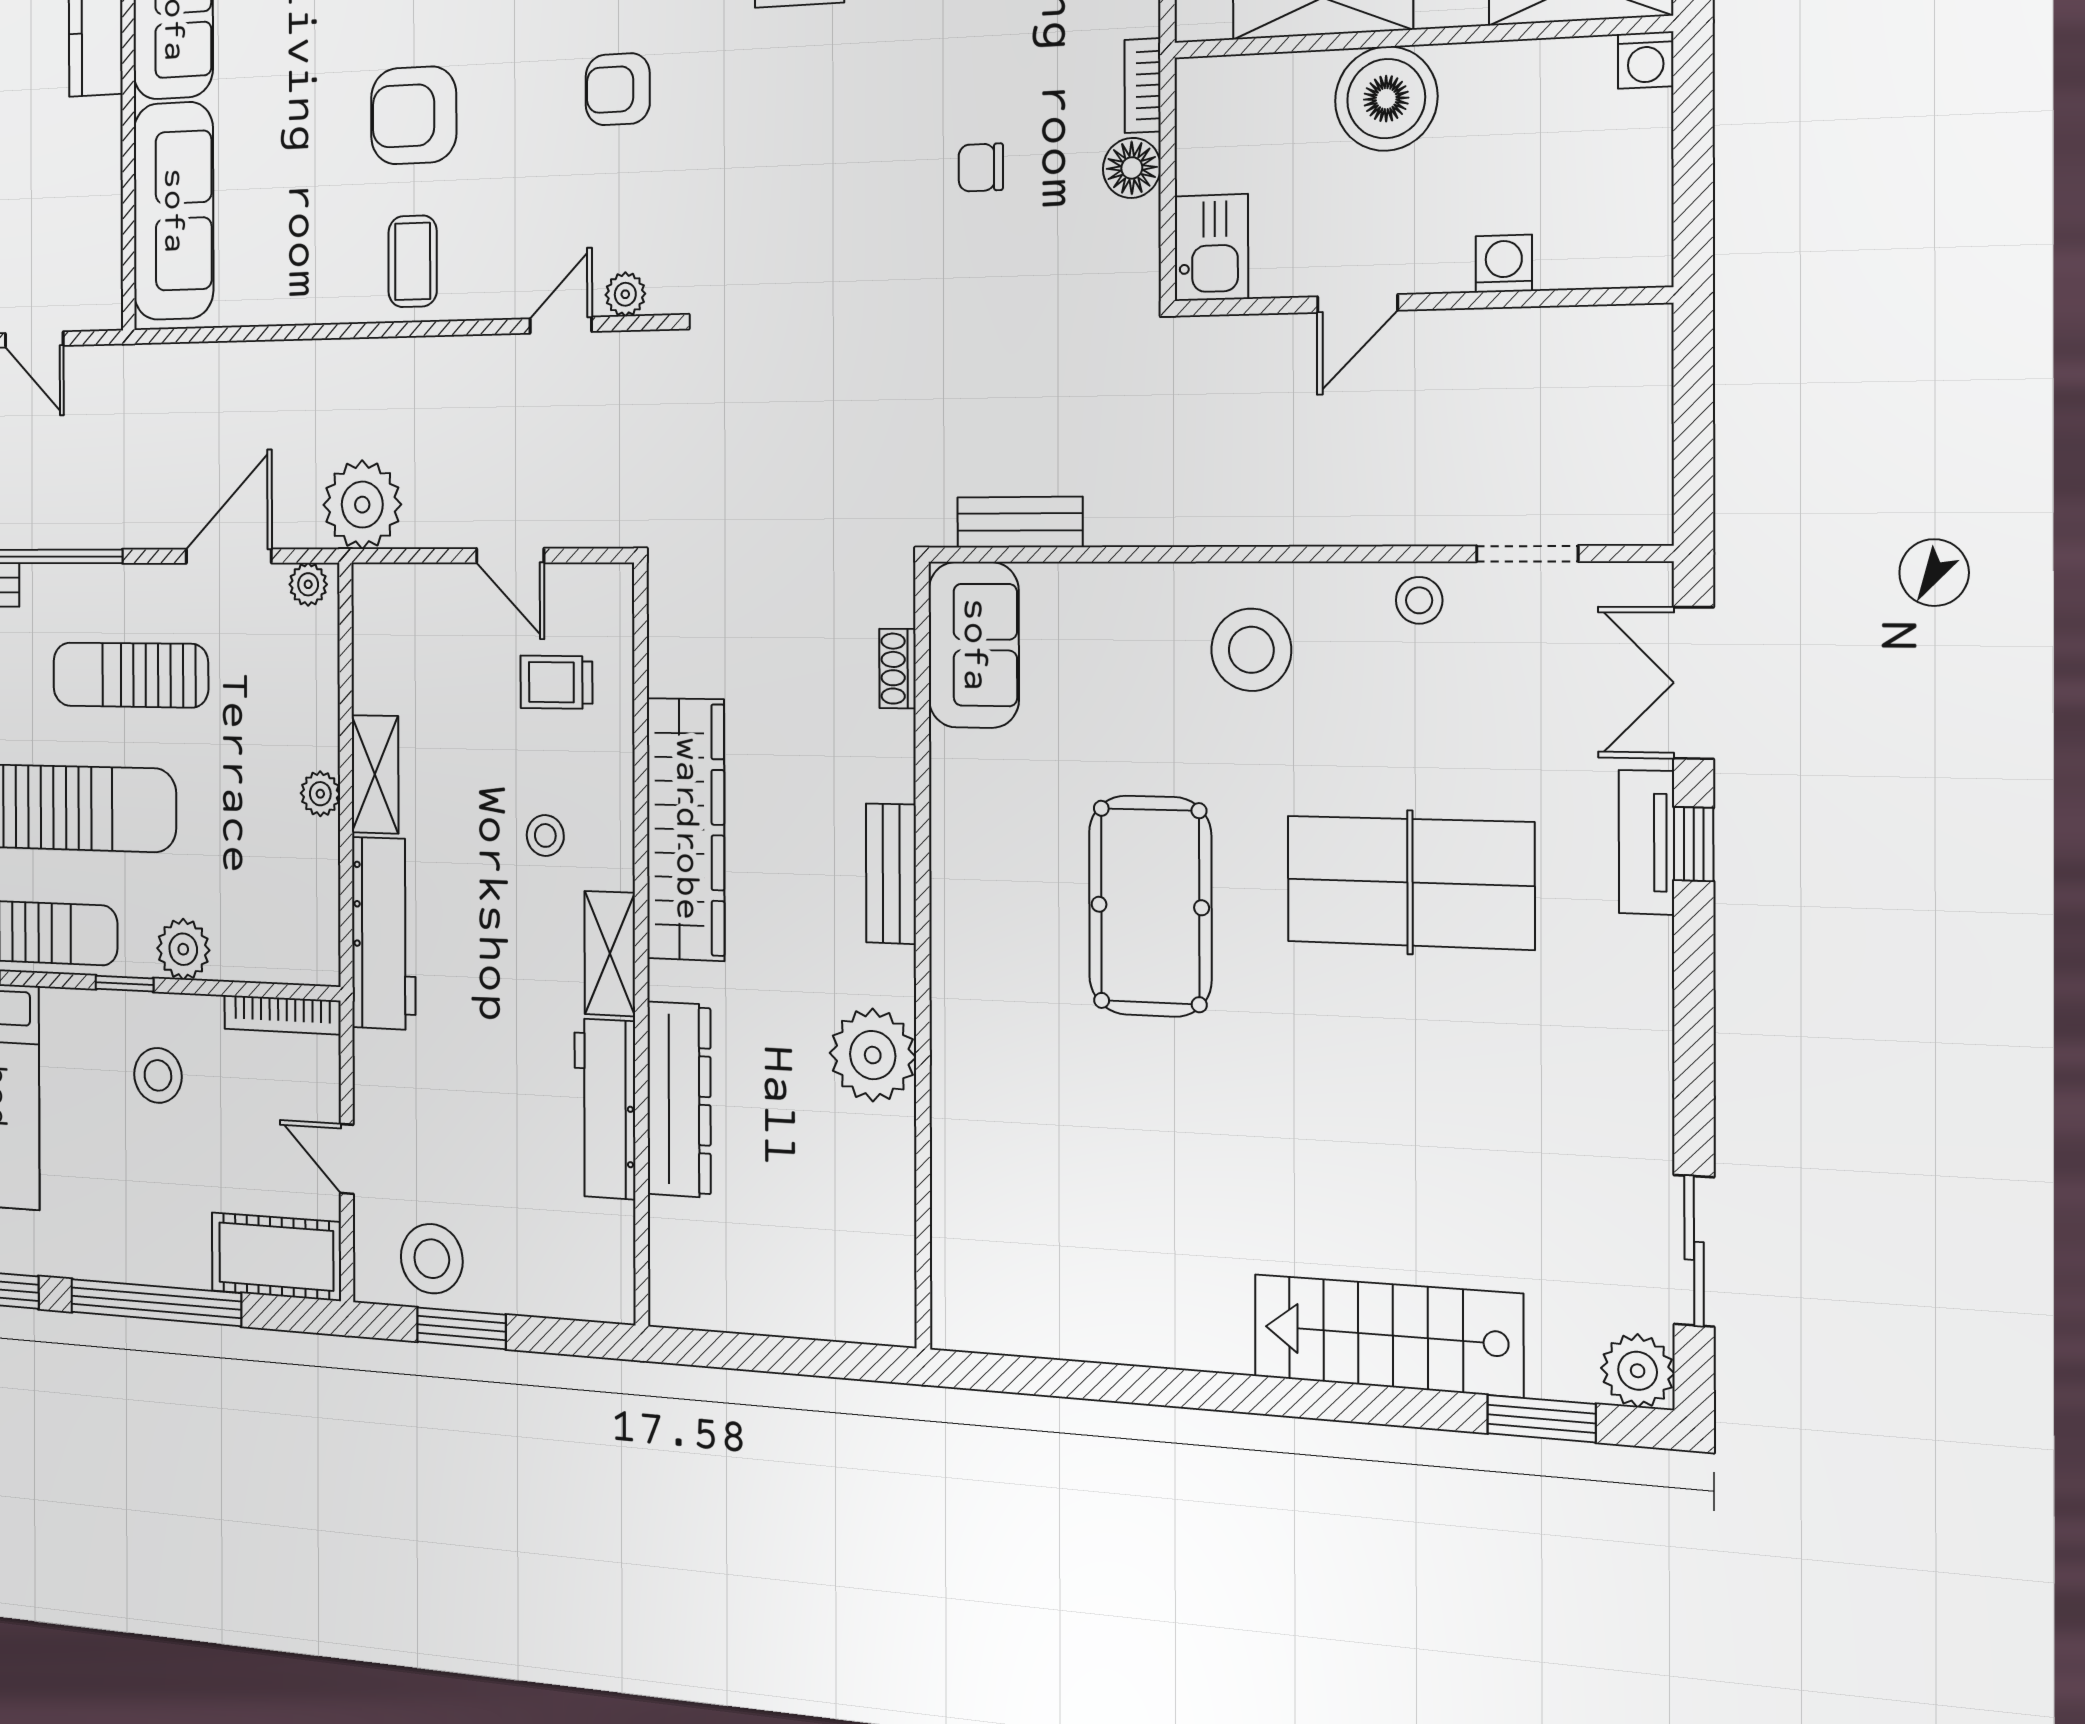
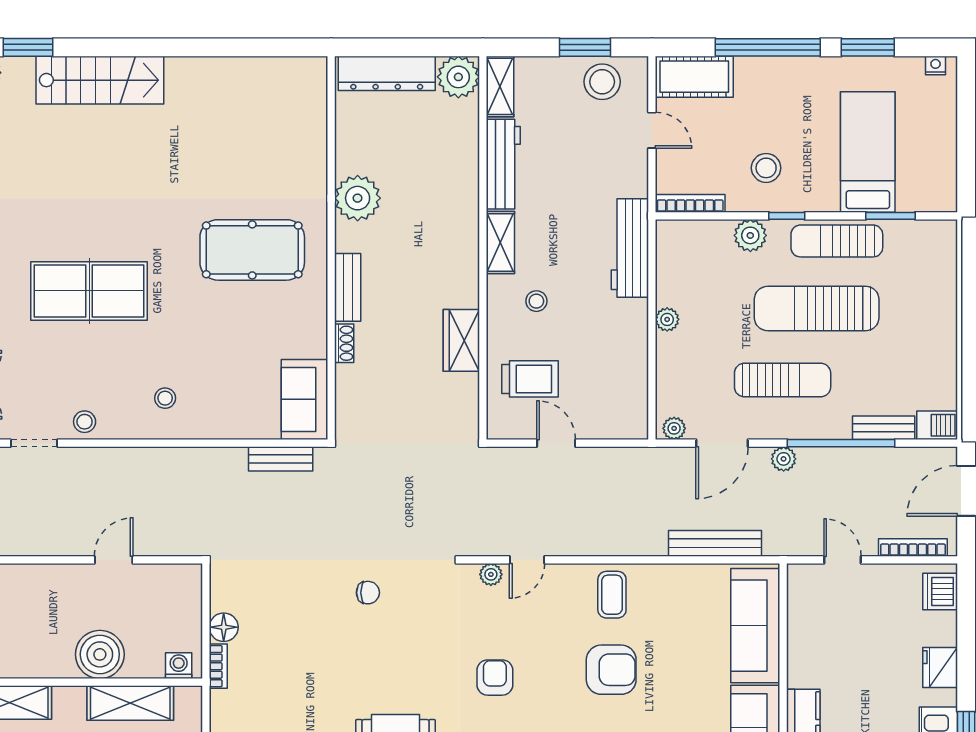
armchair: (618, 89) -> (495, 678), turned -90
chair: (981, 167) -> (368, 593), moved
kitchen sink: (1211, 248) -> (184, 588), removed
washing machine: (1504, 264) -> (179, 666), moved, turned 180
bench: (240, 365) -> (715, 543), added
plant: (362, 505) -> (784, 459), moved, width x0.53, depth x0.53
stool: (1251, 650) -> (165, 398), width x0.53, depth x0.53
shoe rack: (897, 669) -> (344, 343), moved
trolley: (556, 682) -> (530, 379), width x1.36, depth x1.39
shelving: (375, 774) -> (500, 86), moved
wardrobe: (686, 829) -> (461, 340), width x0.48, depth x0.85
pool table: (1150, 906) -> (252, 250), moved, turned 90
dresser: (679, 1099) -> (387, 73), moved, turned -90
plant: (686, 1288) -> (458, 77), added

